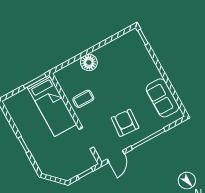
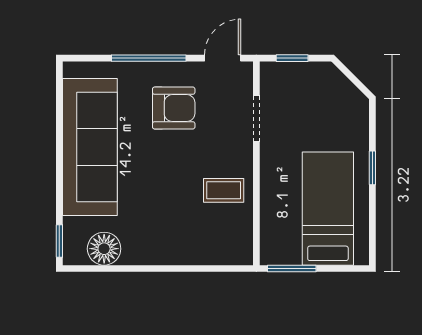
floor lamp: (89, 62) -> (104, 249), moved
sofa: (162, 98) -> (90, 147), width x1.85, depth x1.27
bed: (52, 106) -> (328, 209), moved
armchair: (125, 123) -> (174, 108), turned -94

